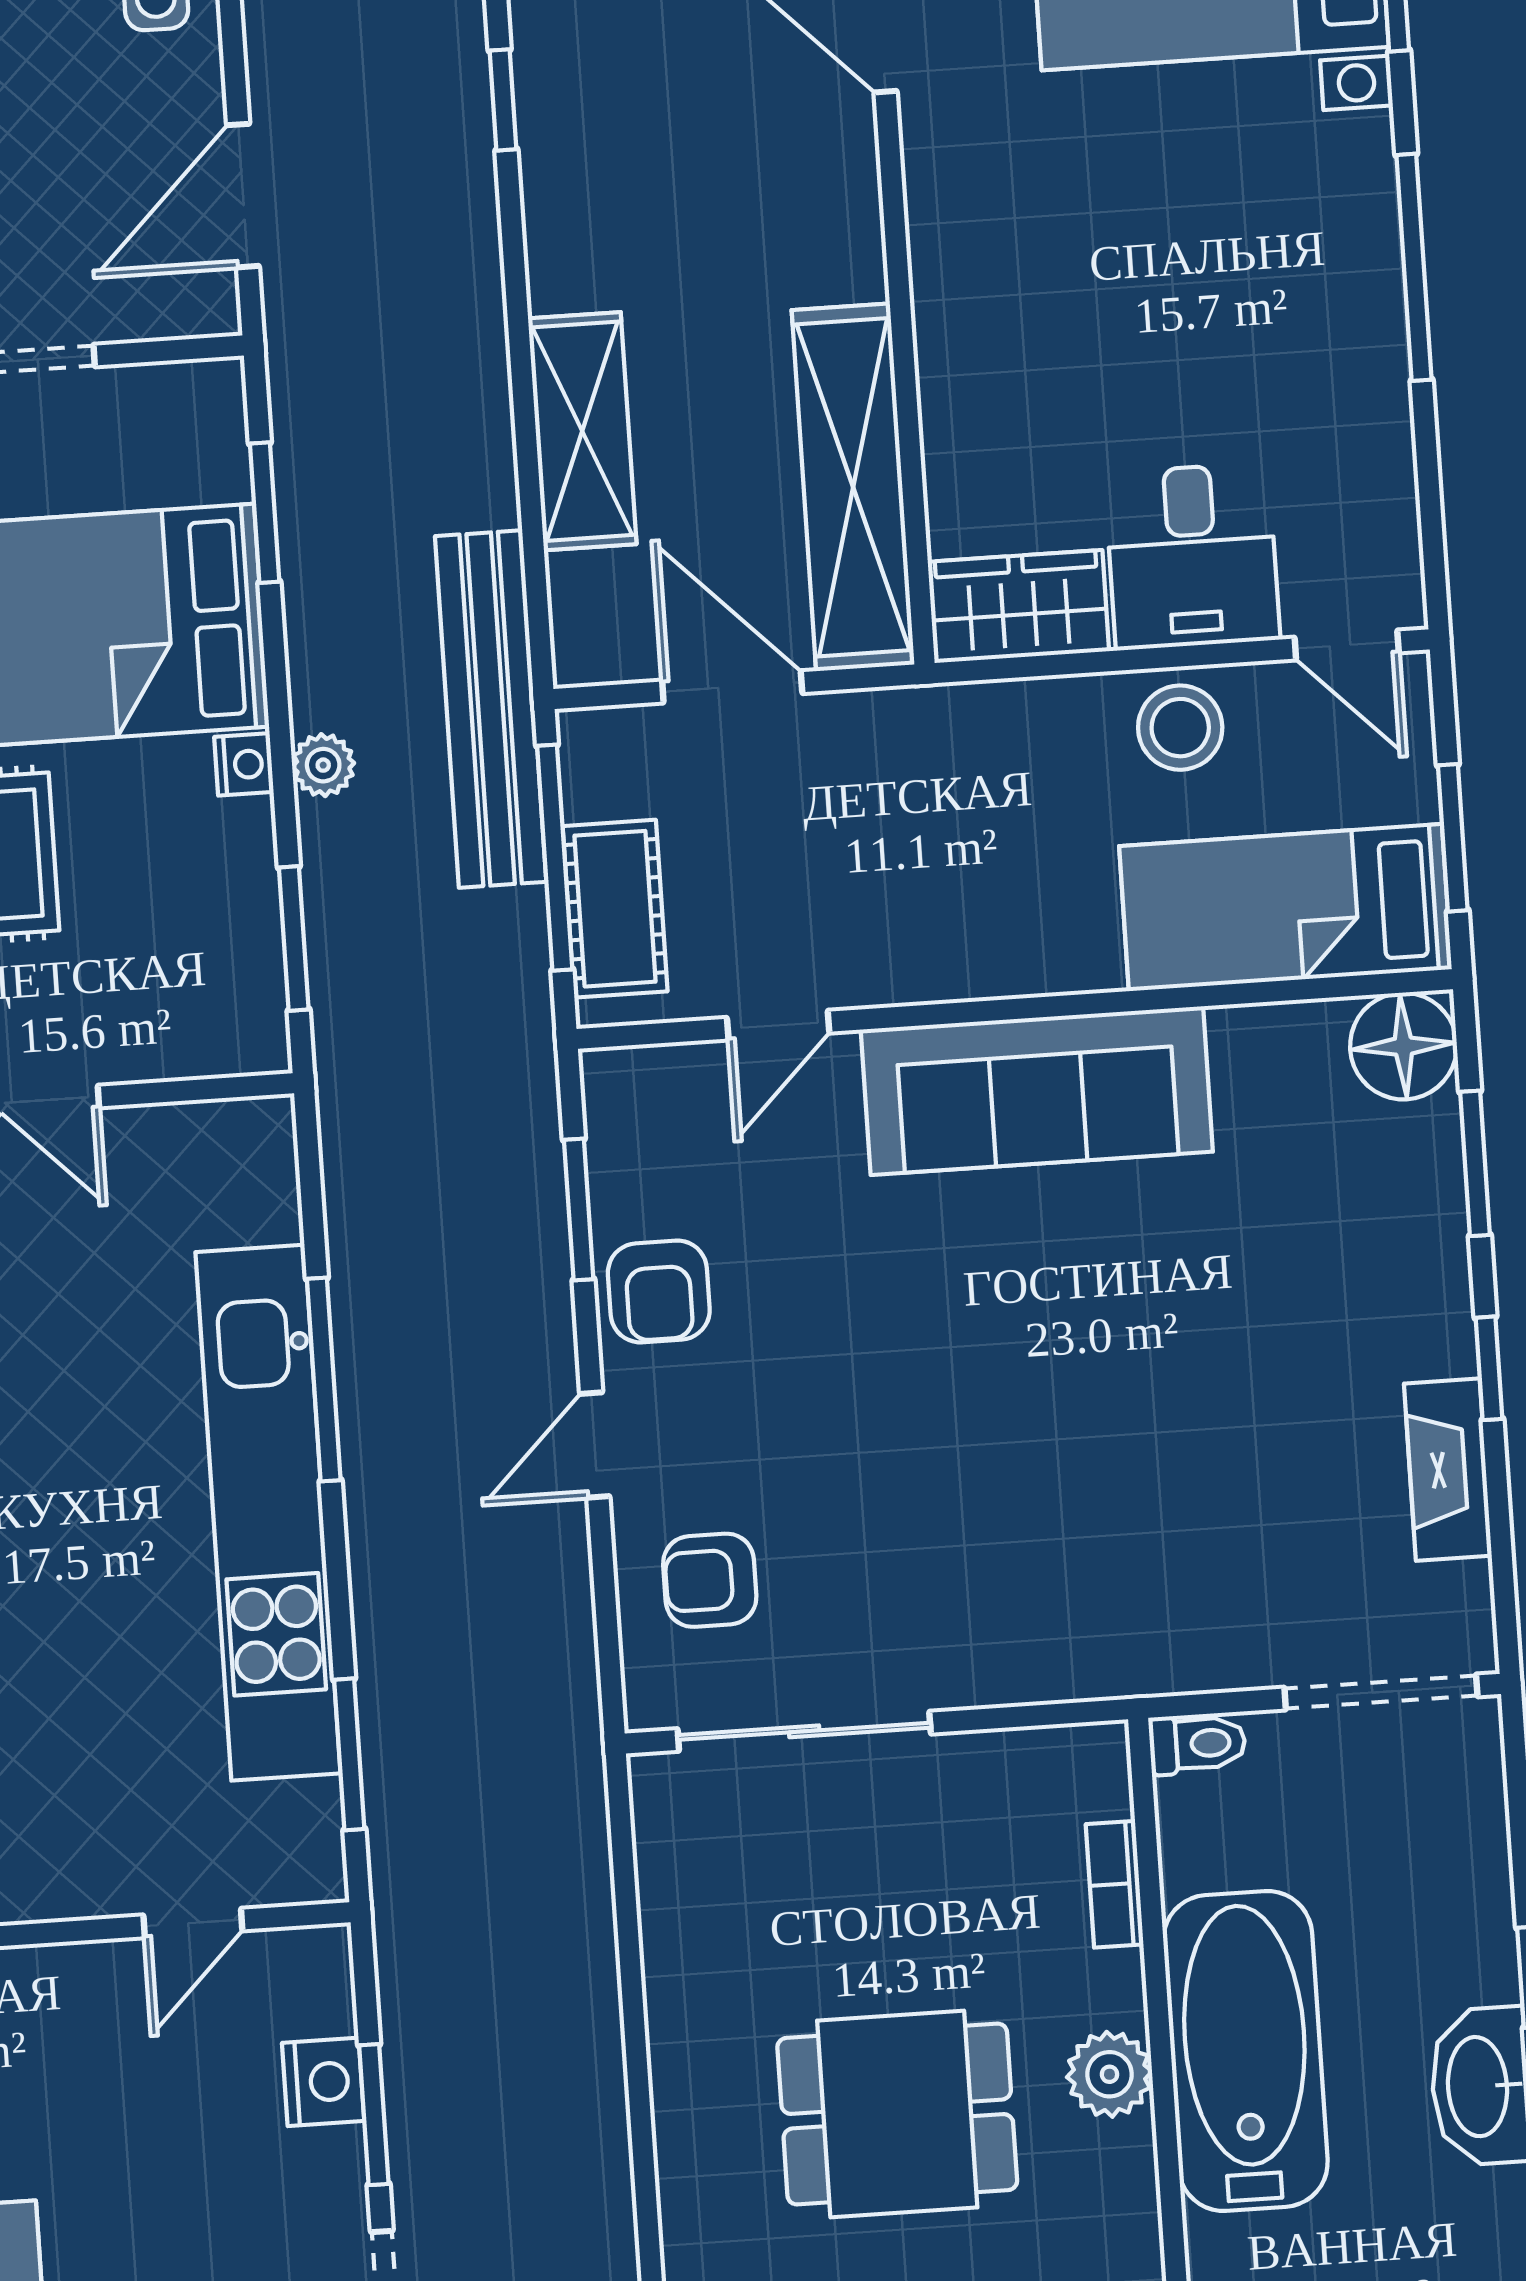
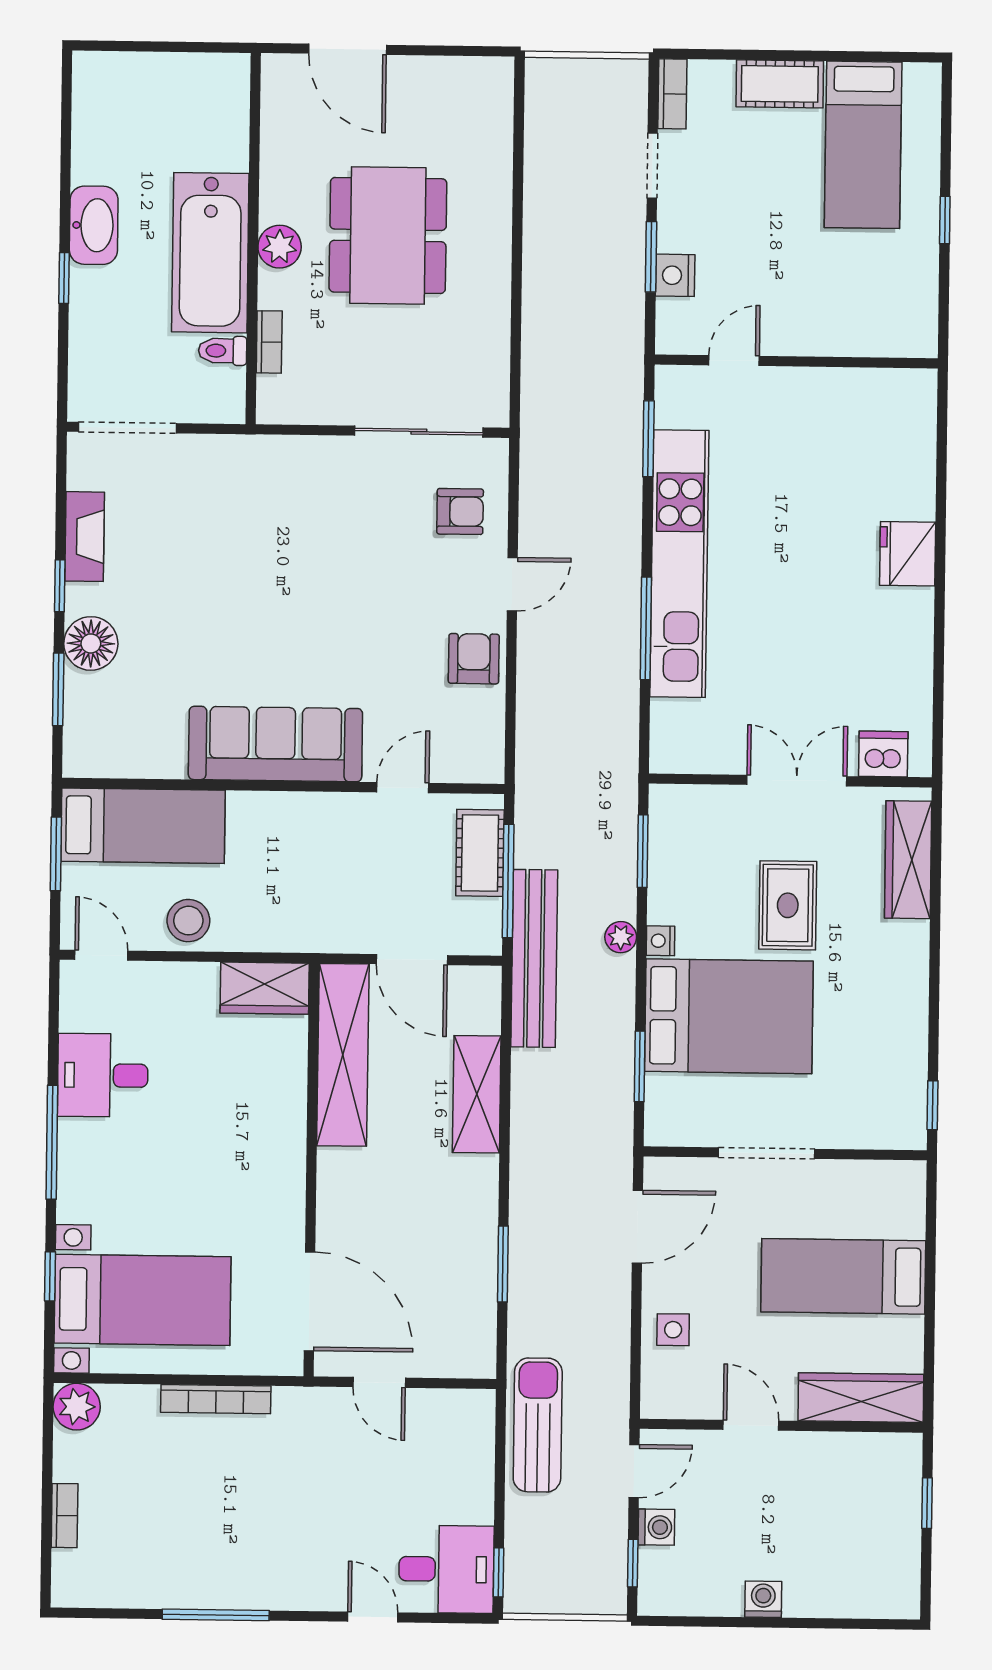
window: (503, 100) -> (503, 1264), width x1.50
desk: (1192, 556) -> (103, 1075), moved, turned -90
floor lamp: (1403, 1046) -> (91, 643), moved
window: (579, 1210) -> (511, 703), removed
toilet: (1197, 1744) -> (223, 351), moved
dining table: (897, 2114) -> (388, 235), width x1.38

